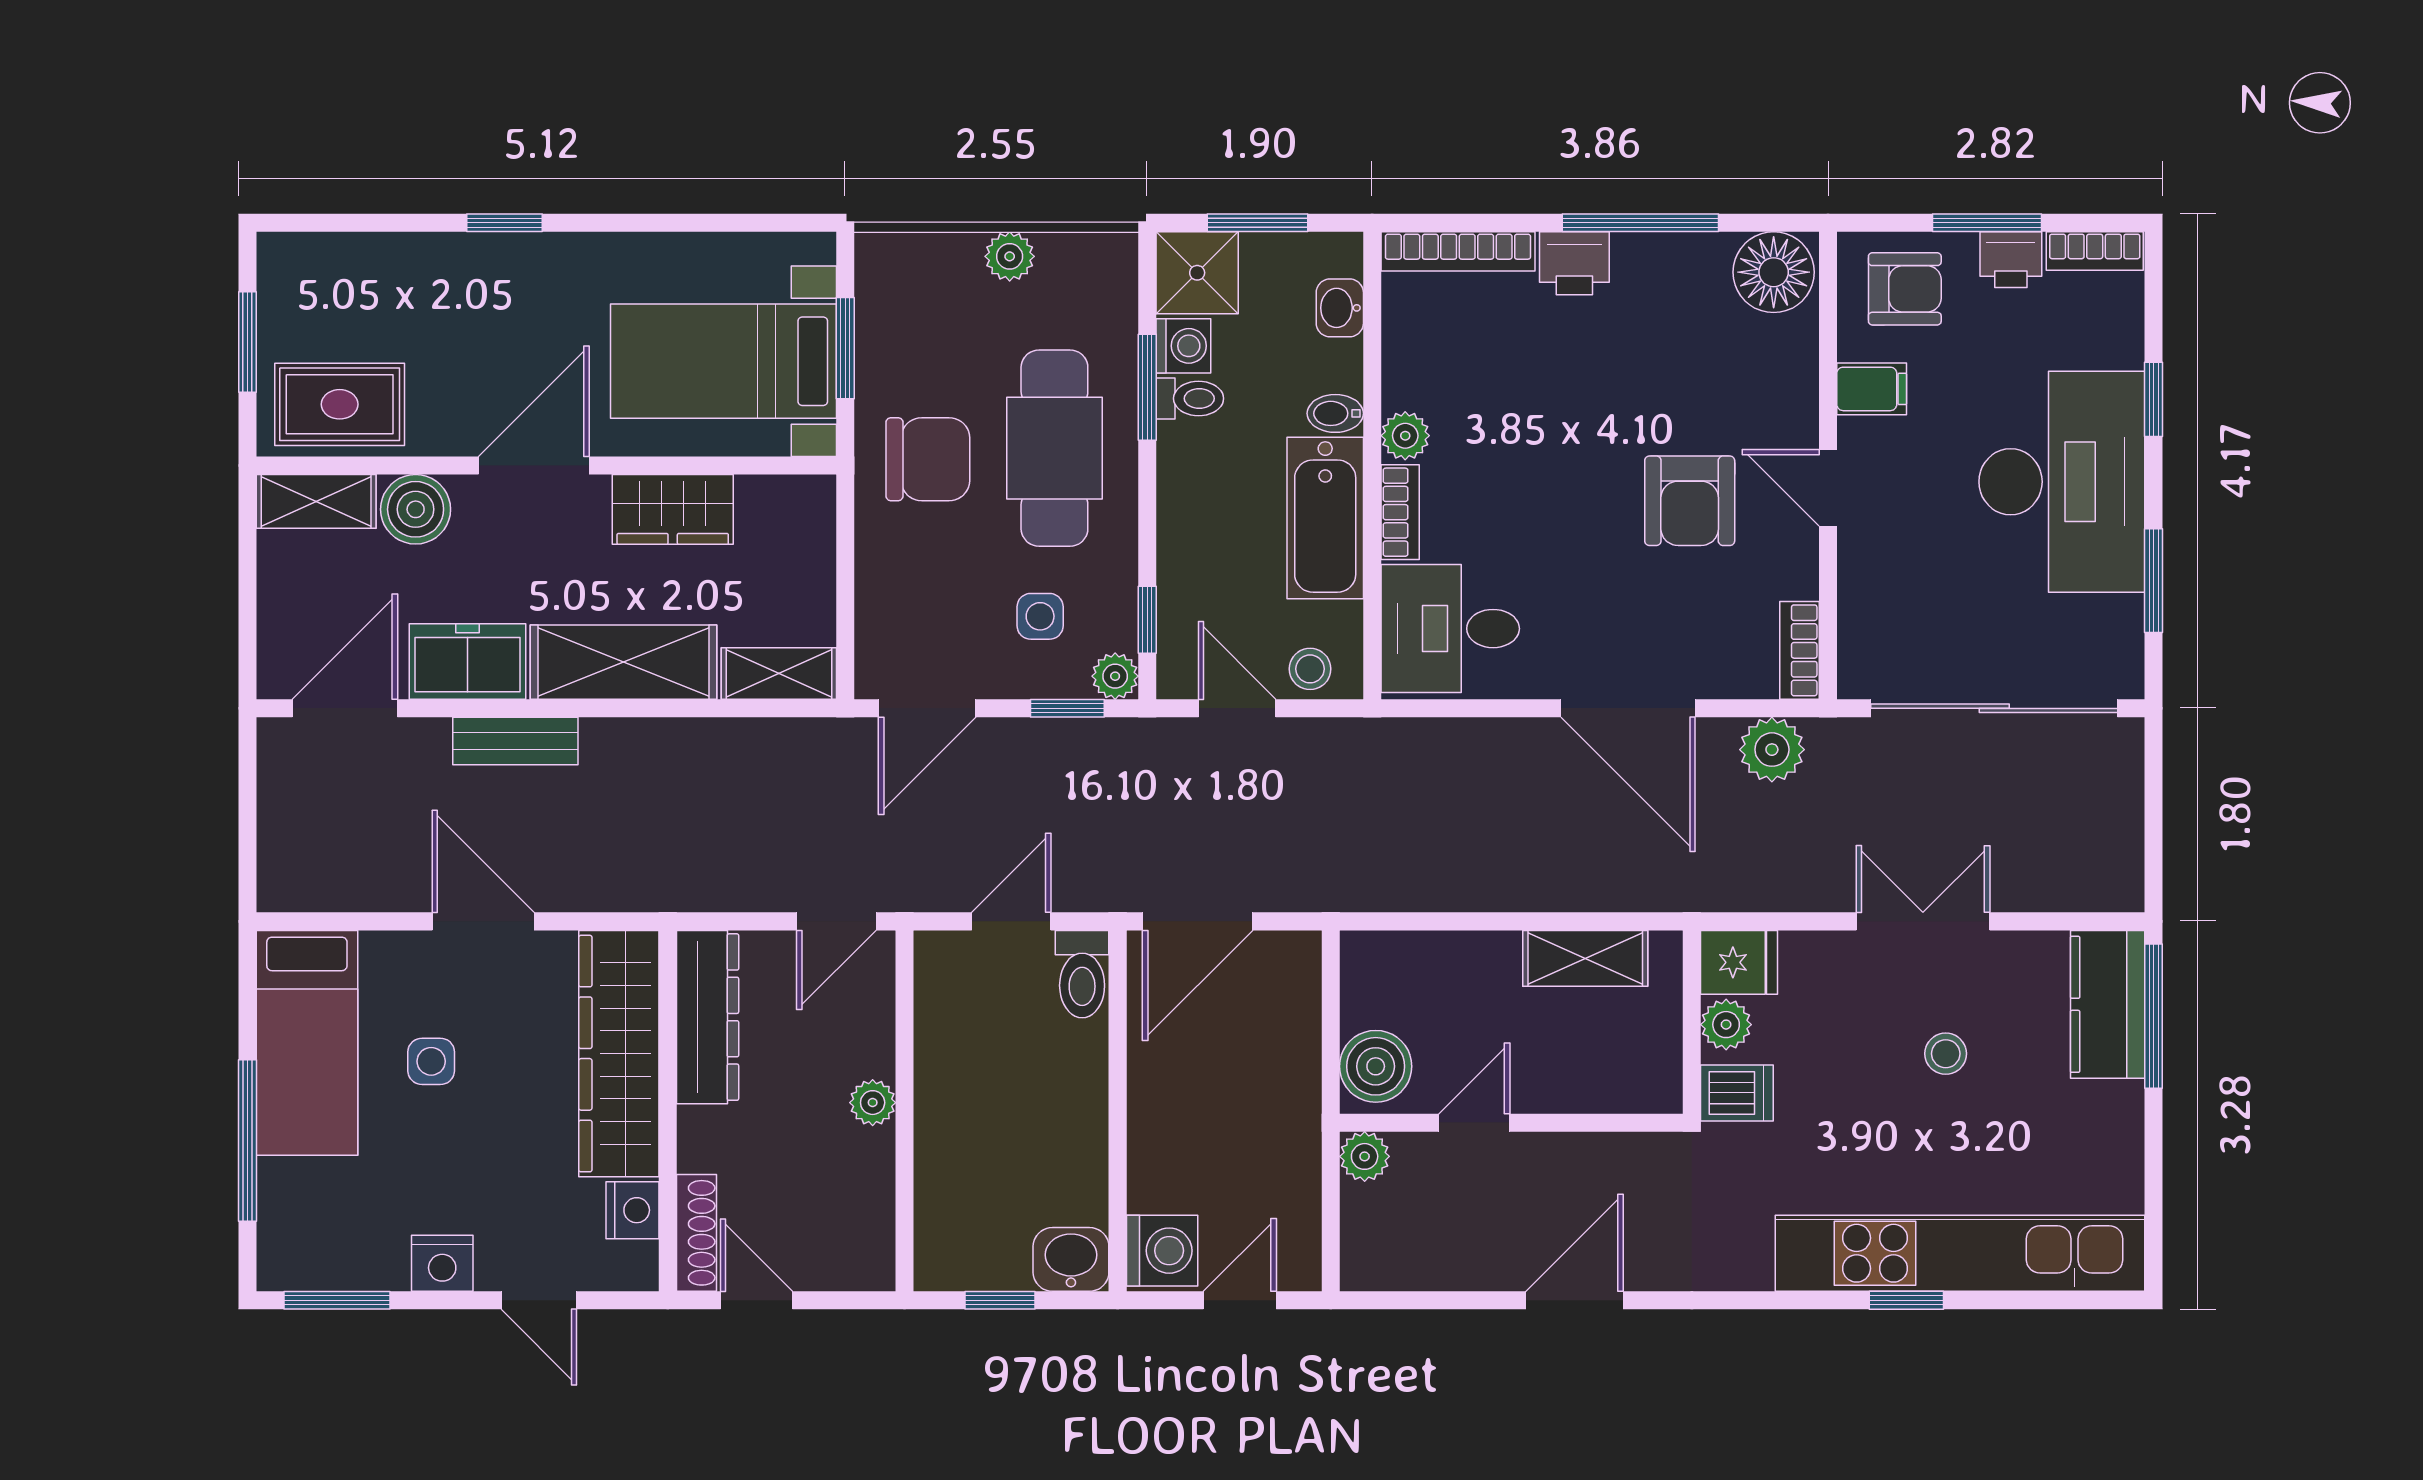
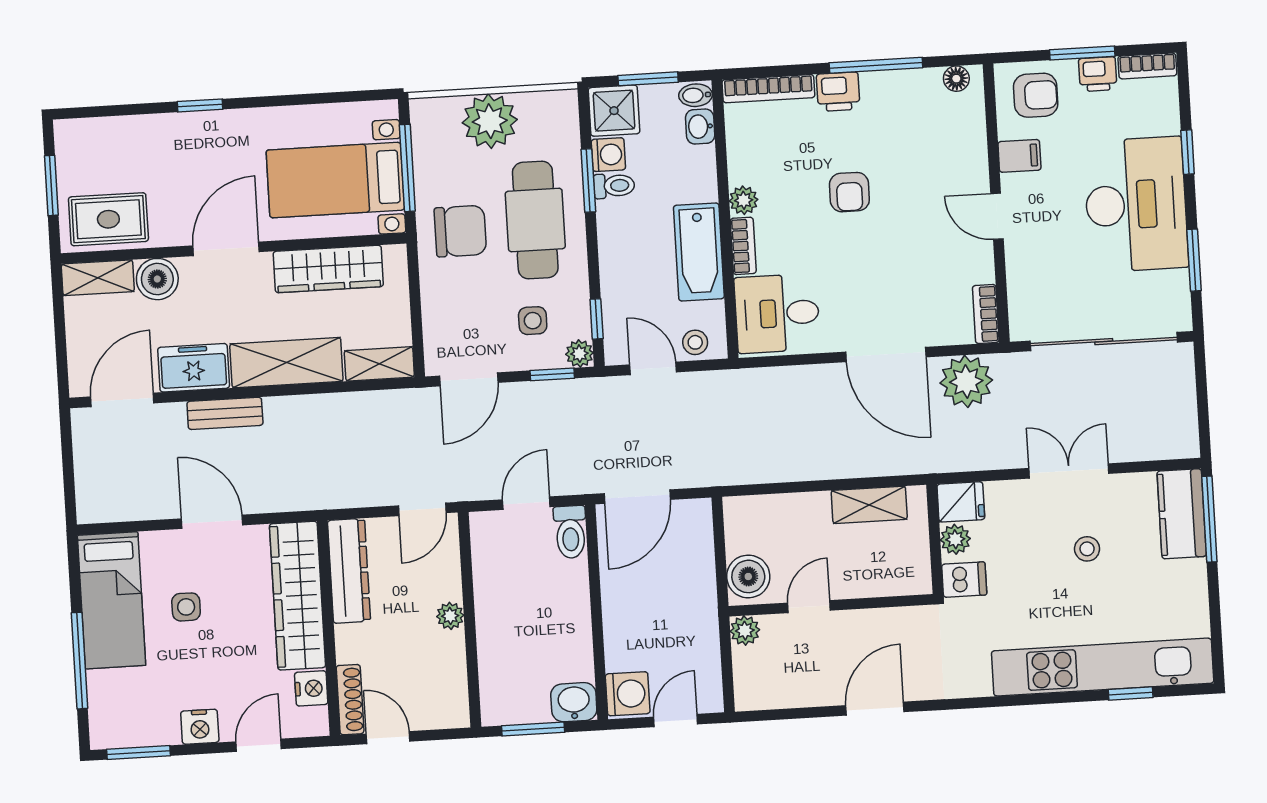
plant: (1010, 256) -> (490, 121), width x1.87, depth x1.87
floor lamp: (1774, 272) -> (956, 79), width x0.53, depth x0.53
window: (845, 348) -> (407, 168), width x1.44
bidet: (1335, 413) -> (696, 95), moved
armchair: (1690, 501) -> (849, 192), moved, width x0.72, depth x0.72
wardrobe: (673, 509) -> (328, 269), width x1.50
plant: (1772, 750) -> (966, 381), width x1.36, depth x1.36
door: (539, 1300) -> (259, 745), swing flipped
window: (1000, 1300) -> (533, 729), width x1.50
window: (1906, 1300) -> (1131, 693), moved

